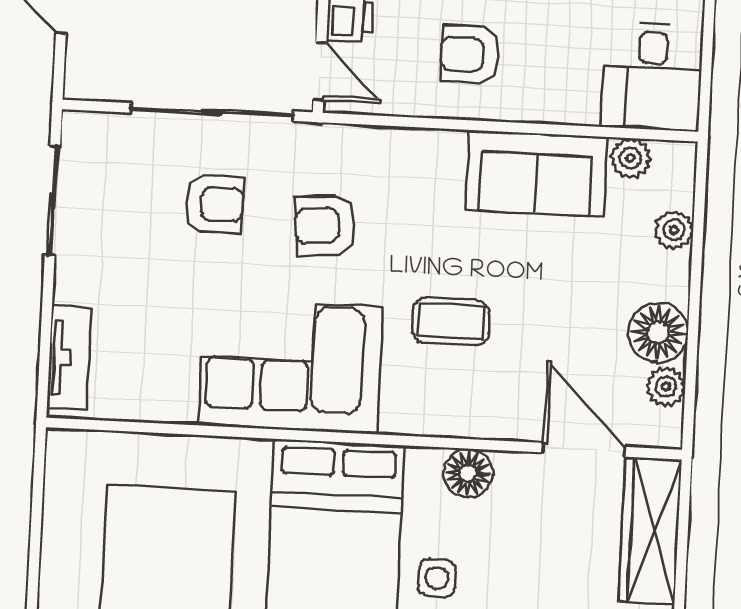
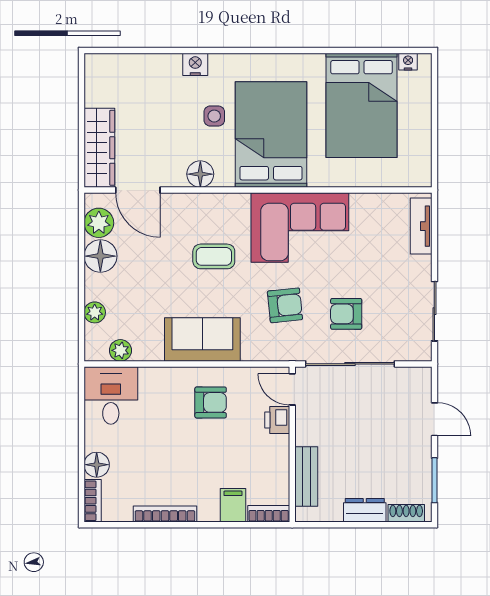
sofa: (536, 173) -> (202, 340), moved
plant: (666, 386) -> (99, 223), width x1.38, depth x1.38

